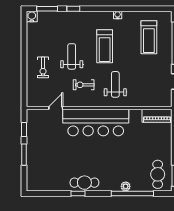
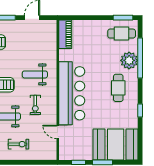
booth: (43, 168) -> (116, 145), added
cafe table: (84, 183) -> (118, 88), moved
plant: (126, 186) -> (129, 60), width x1.87, depth x1.87

